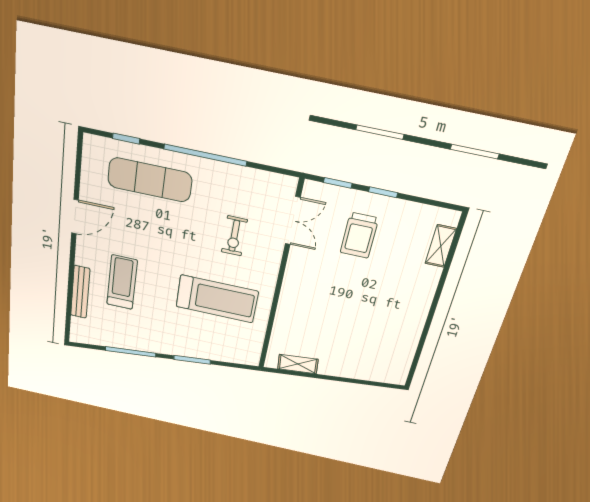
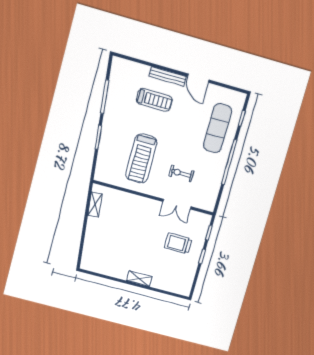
double door: (293, 221) -> (177, 204), moved
shelving: (441, 246) -> (139, 279), moved
bench: (80, 292) -> (168, 76), moved

